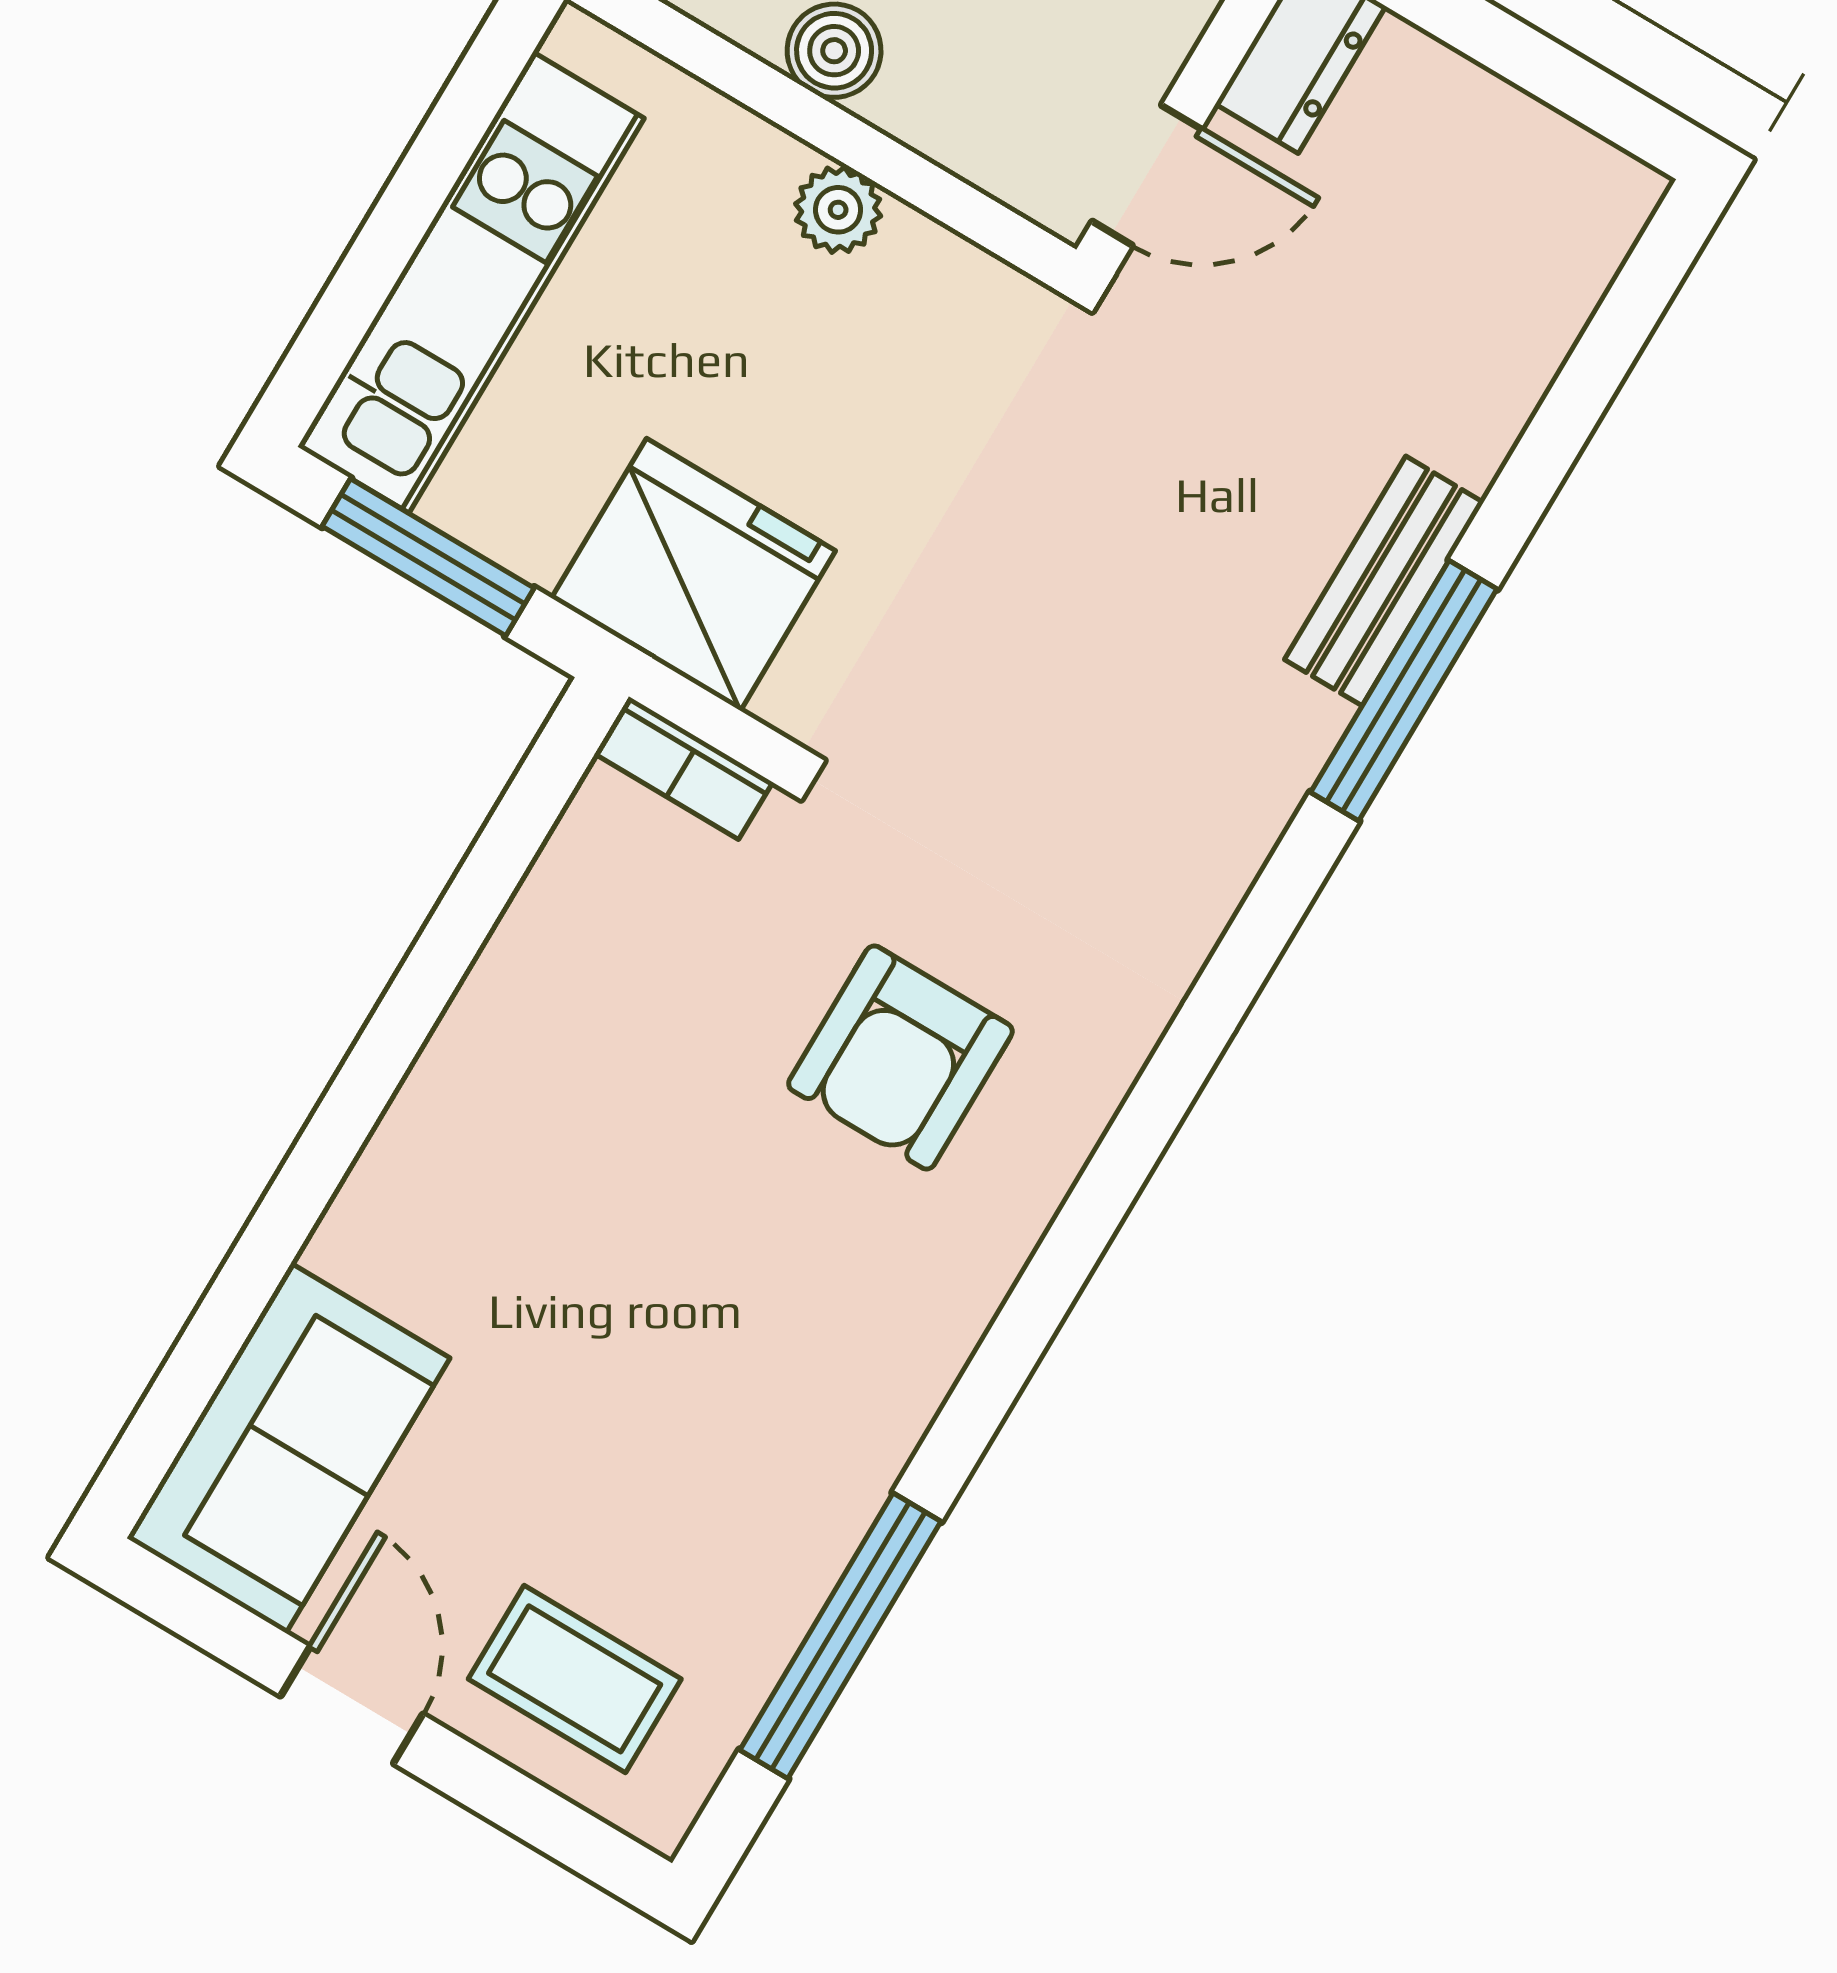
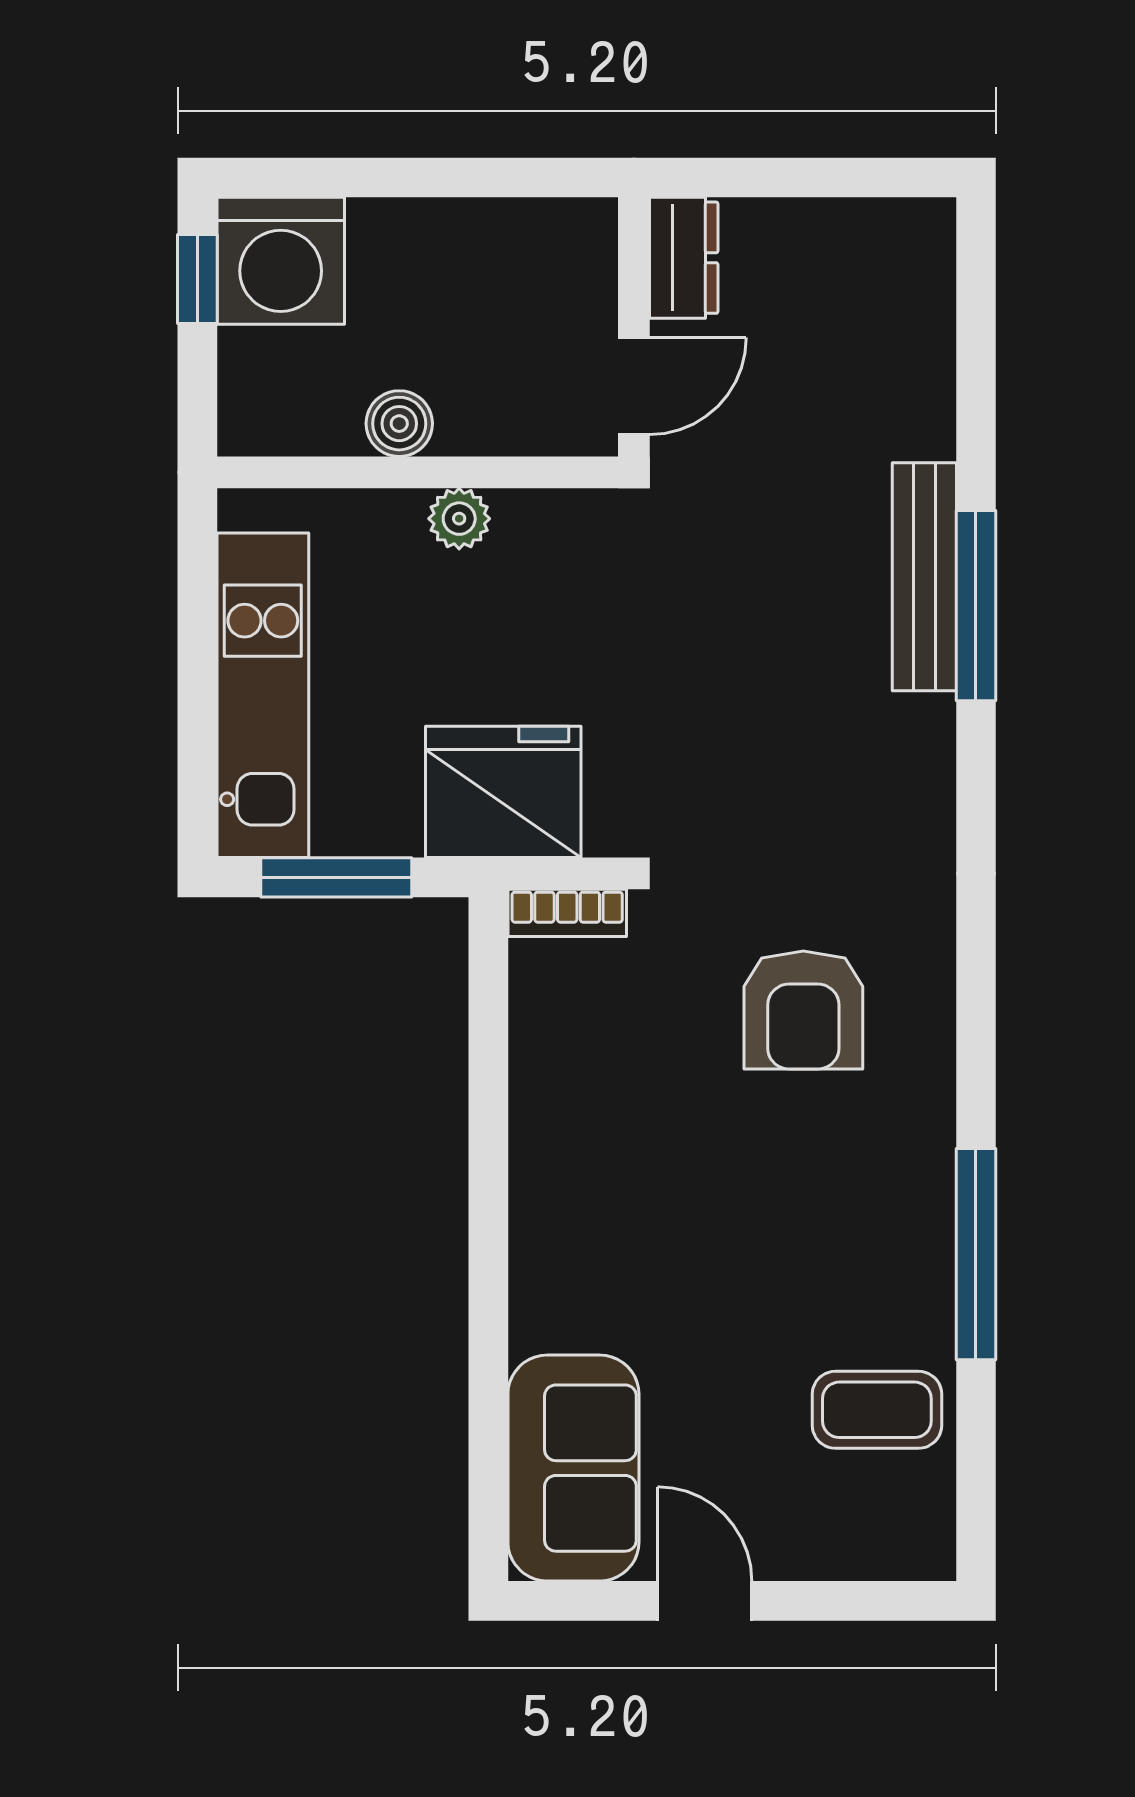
bench: (1384, 581) -> (924, 577), width x1.36
window: (840, 1636) -> (976, 1254), moved
coffee table: (575, 1679) -> (877, 1410), moved

